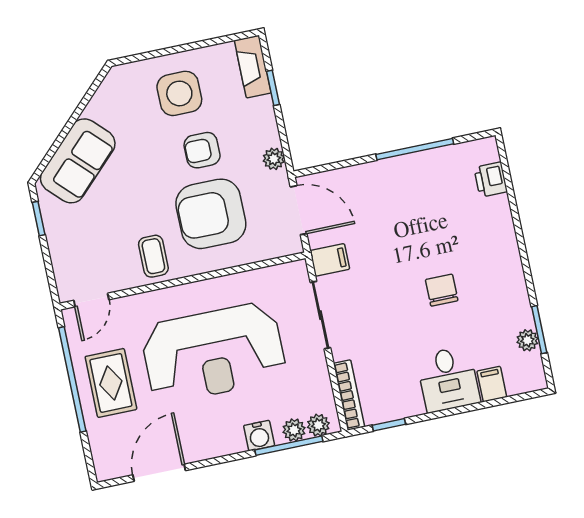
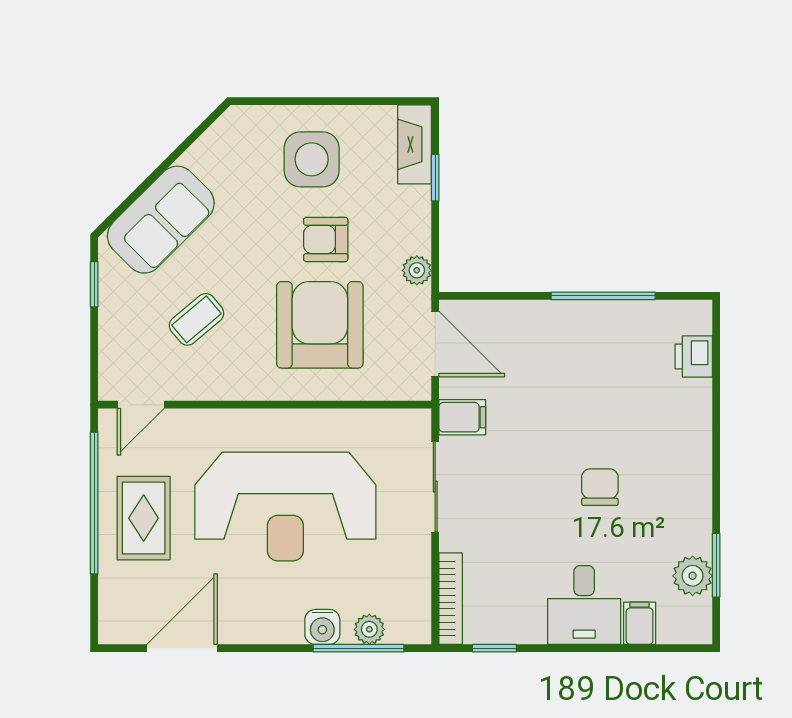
armchair: (211, 214) -> (320, 325), turned 90
coffee table: (153, 256) -> (197, 319), moved, turned 50
plant: (527, 340) -> (693, 576), width x1.38, depth x1.38
plant: (318, 425) -> (402, 630), removed

